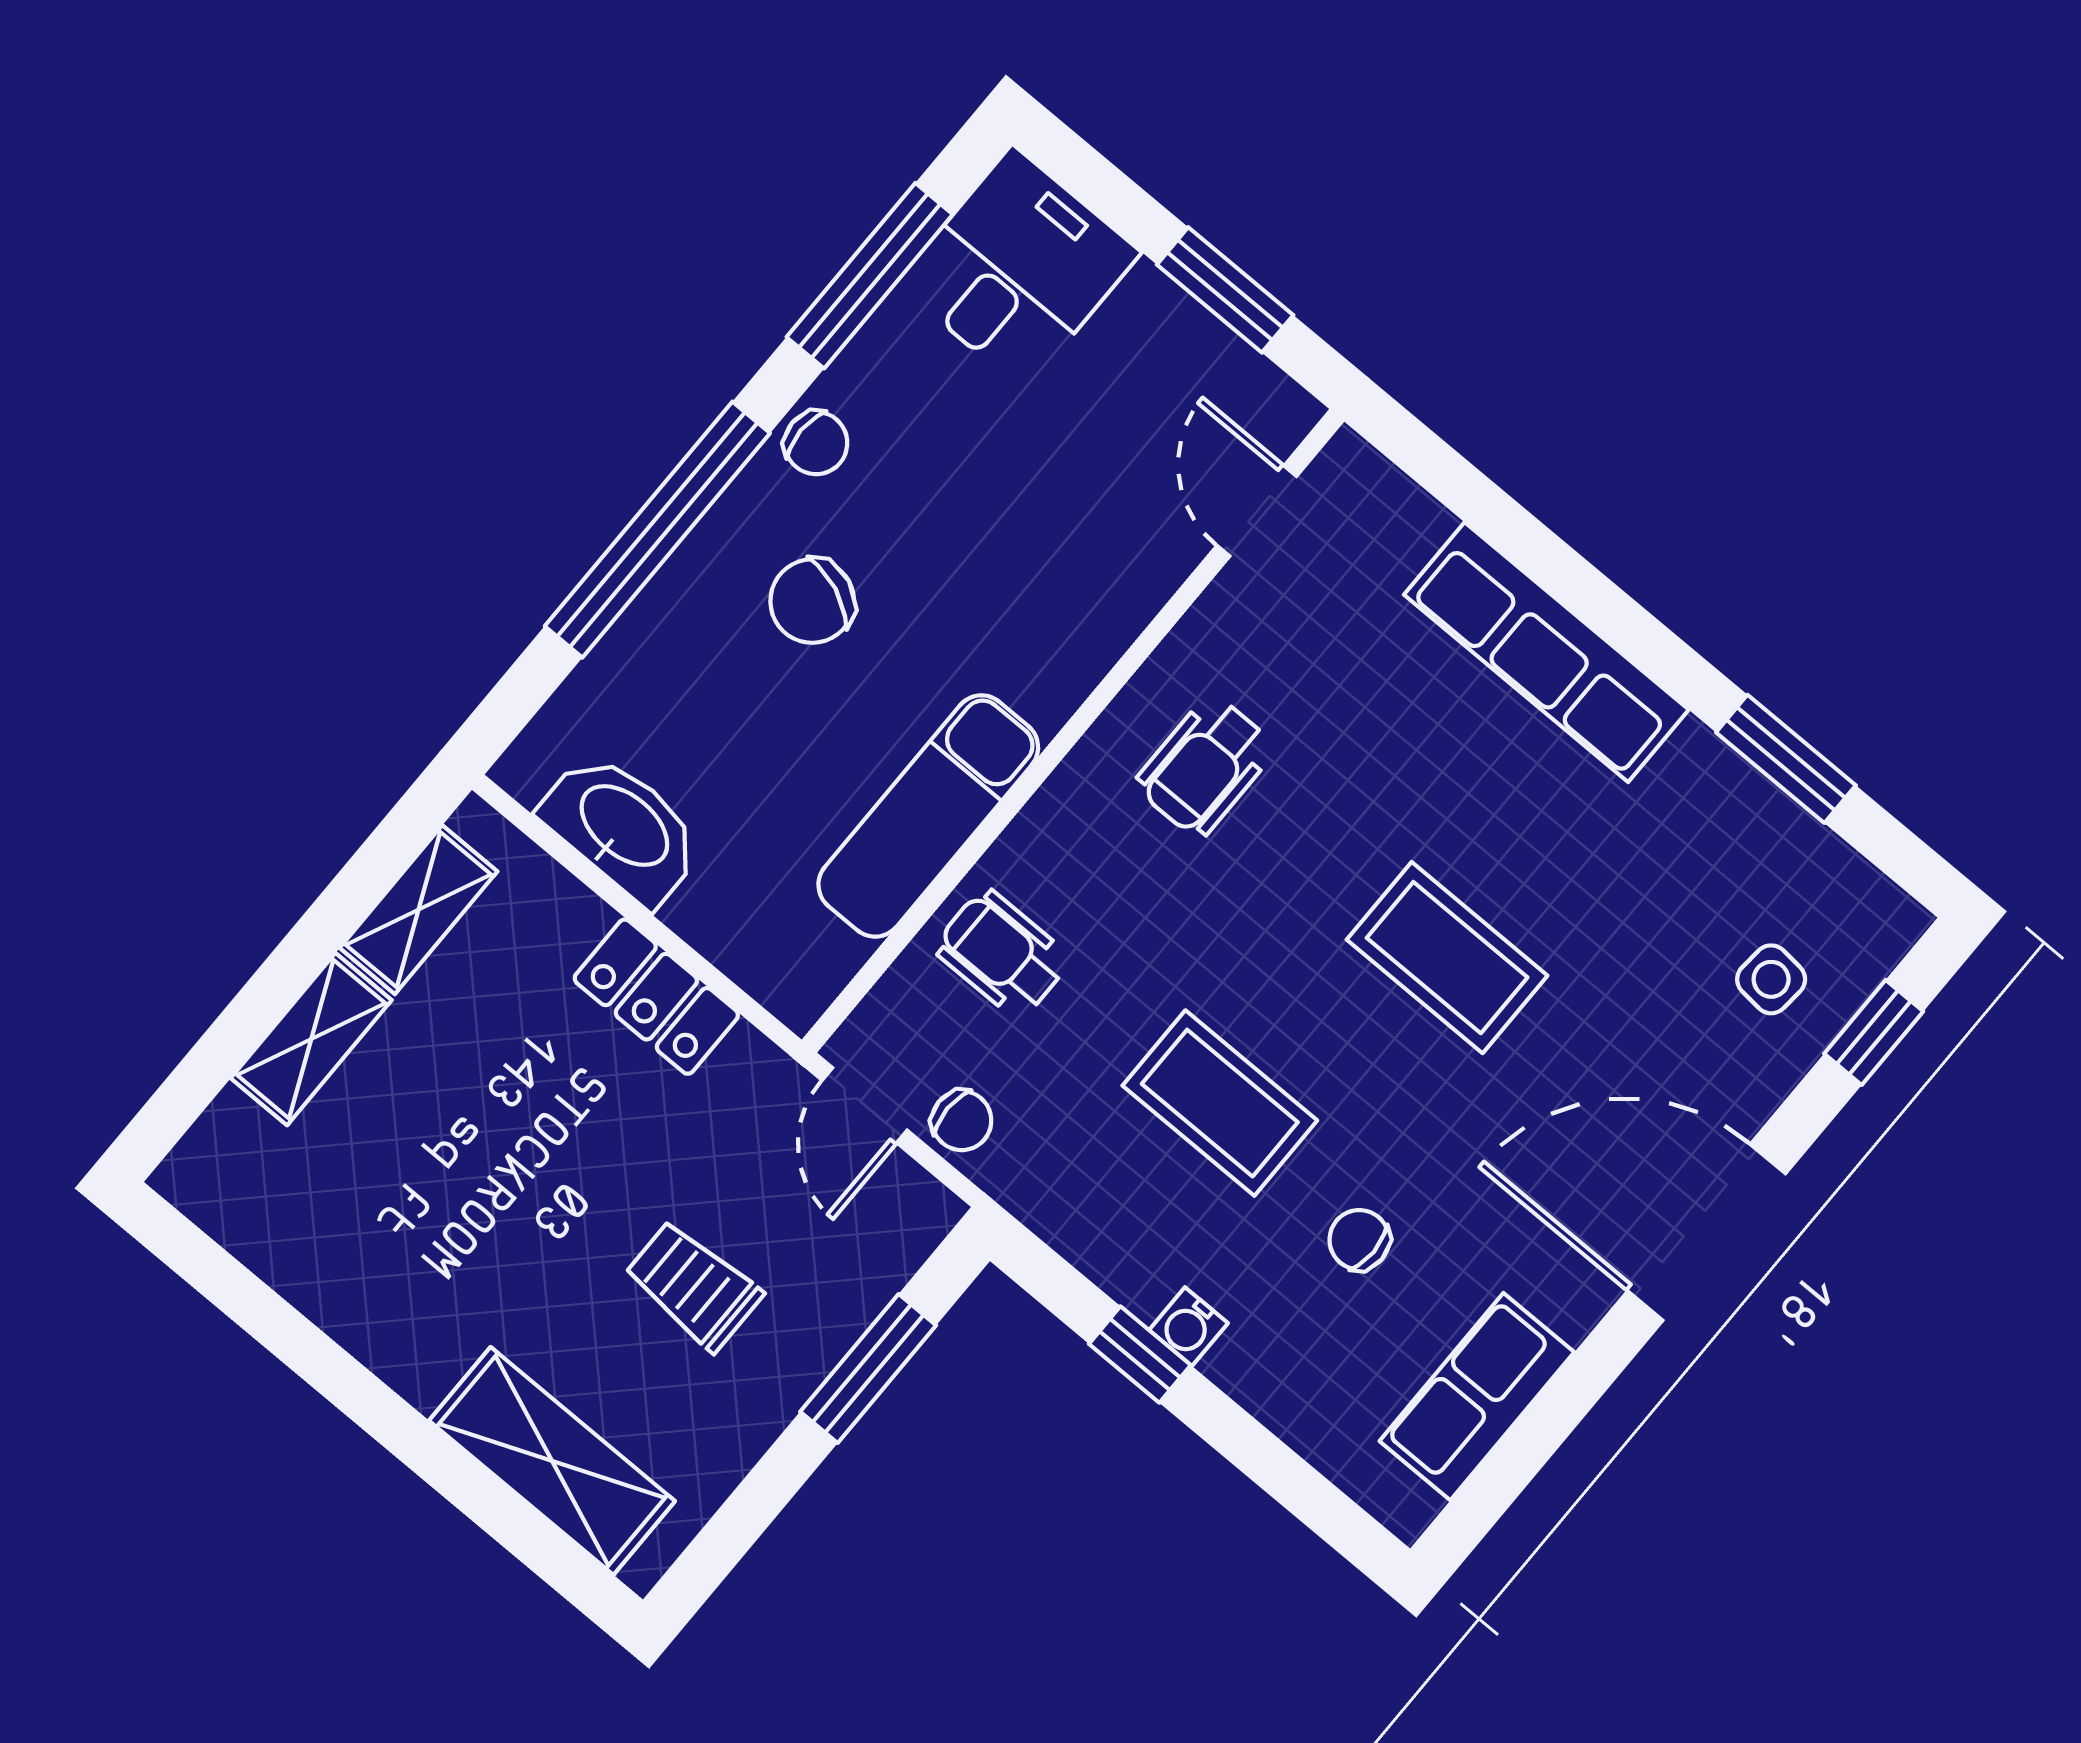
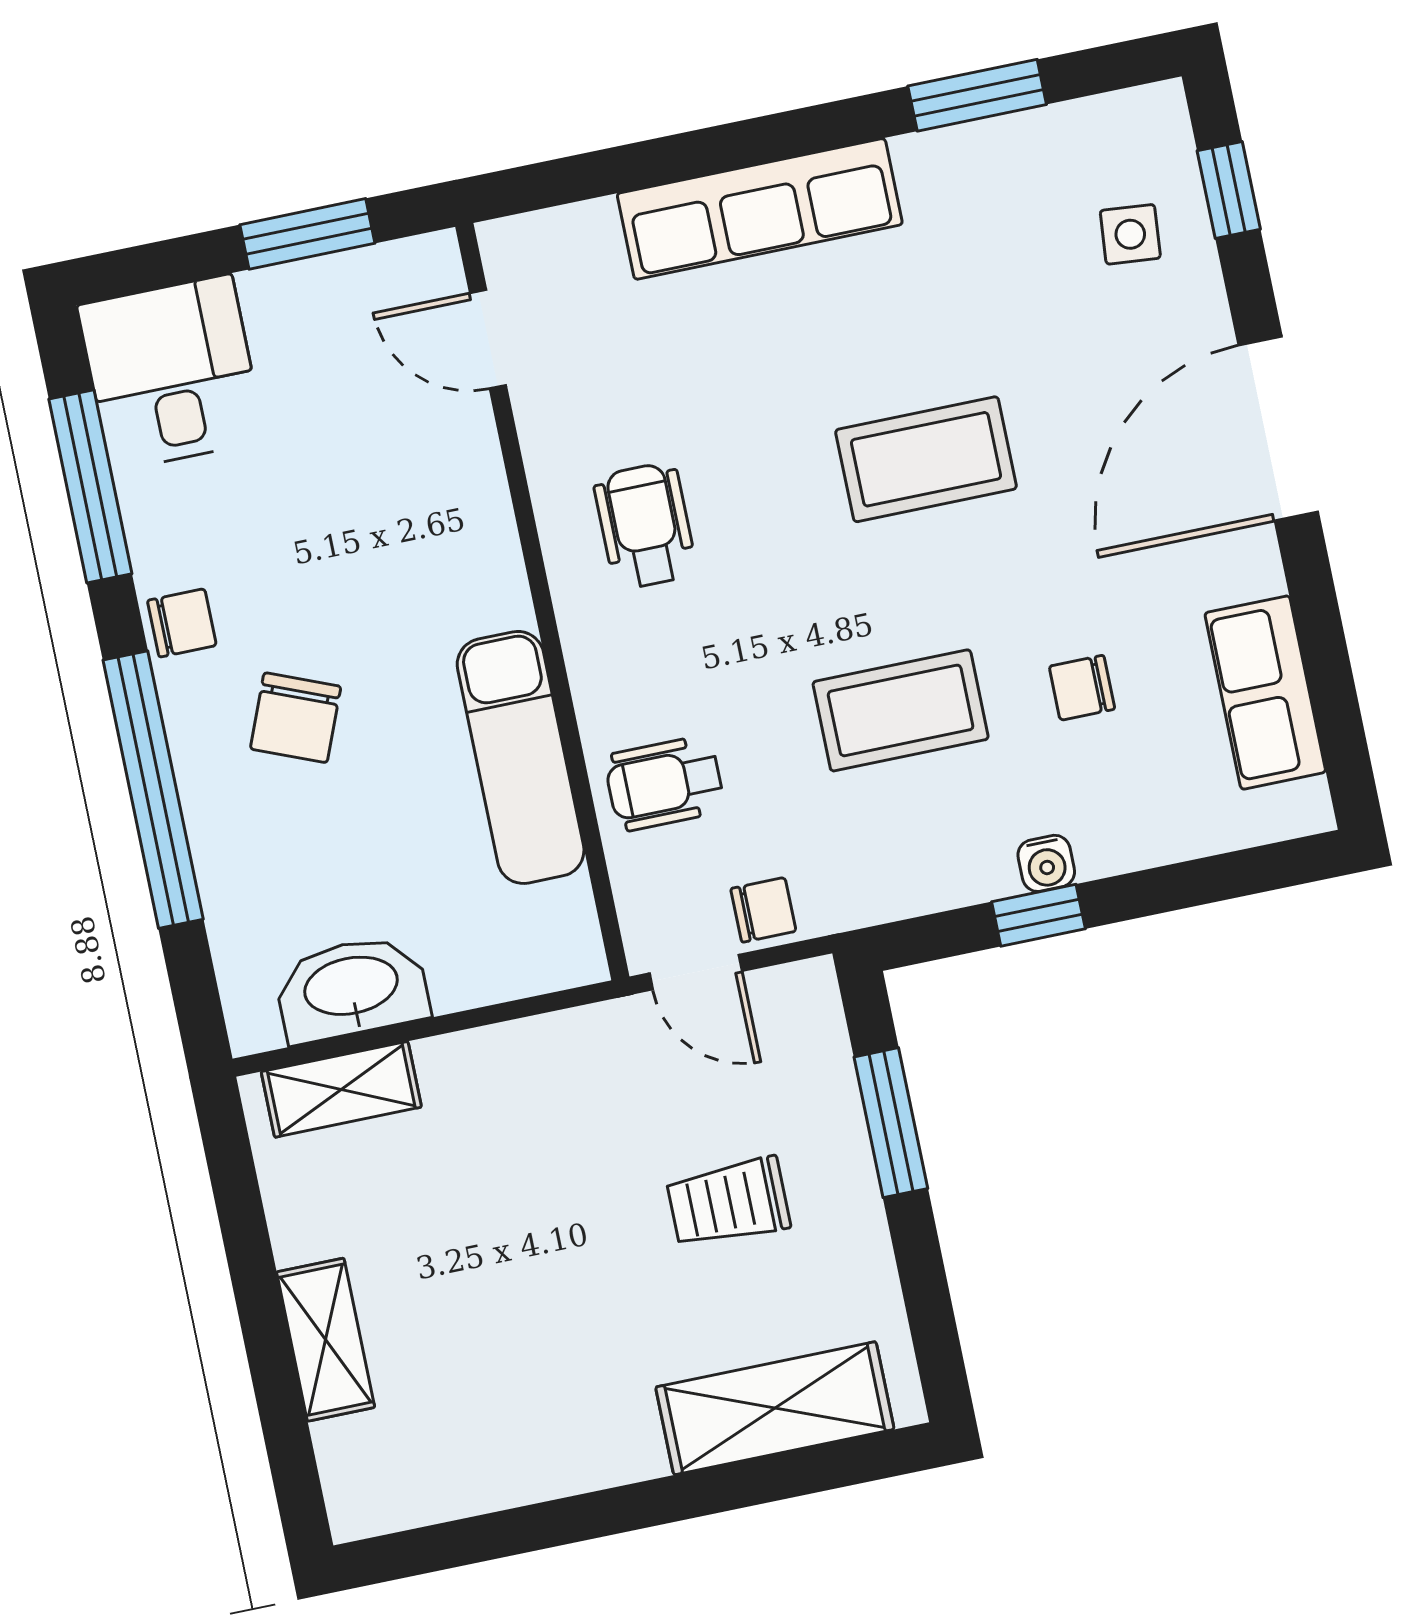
wheelchair: (1205, 766) -> (645, 526), turned 180
shelving: (419, 910) -> (341, 1089), moved, turned 90
locker: (656, 997) -> (495, 1062), removed

